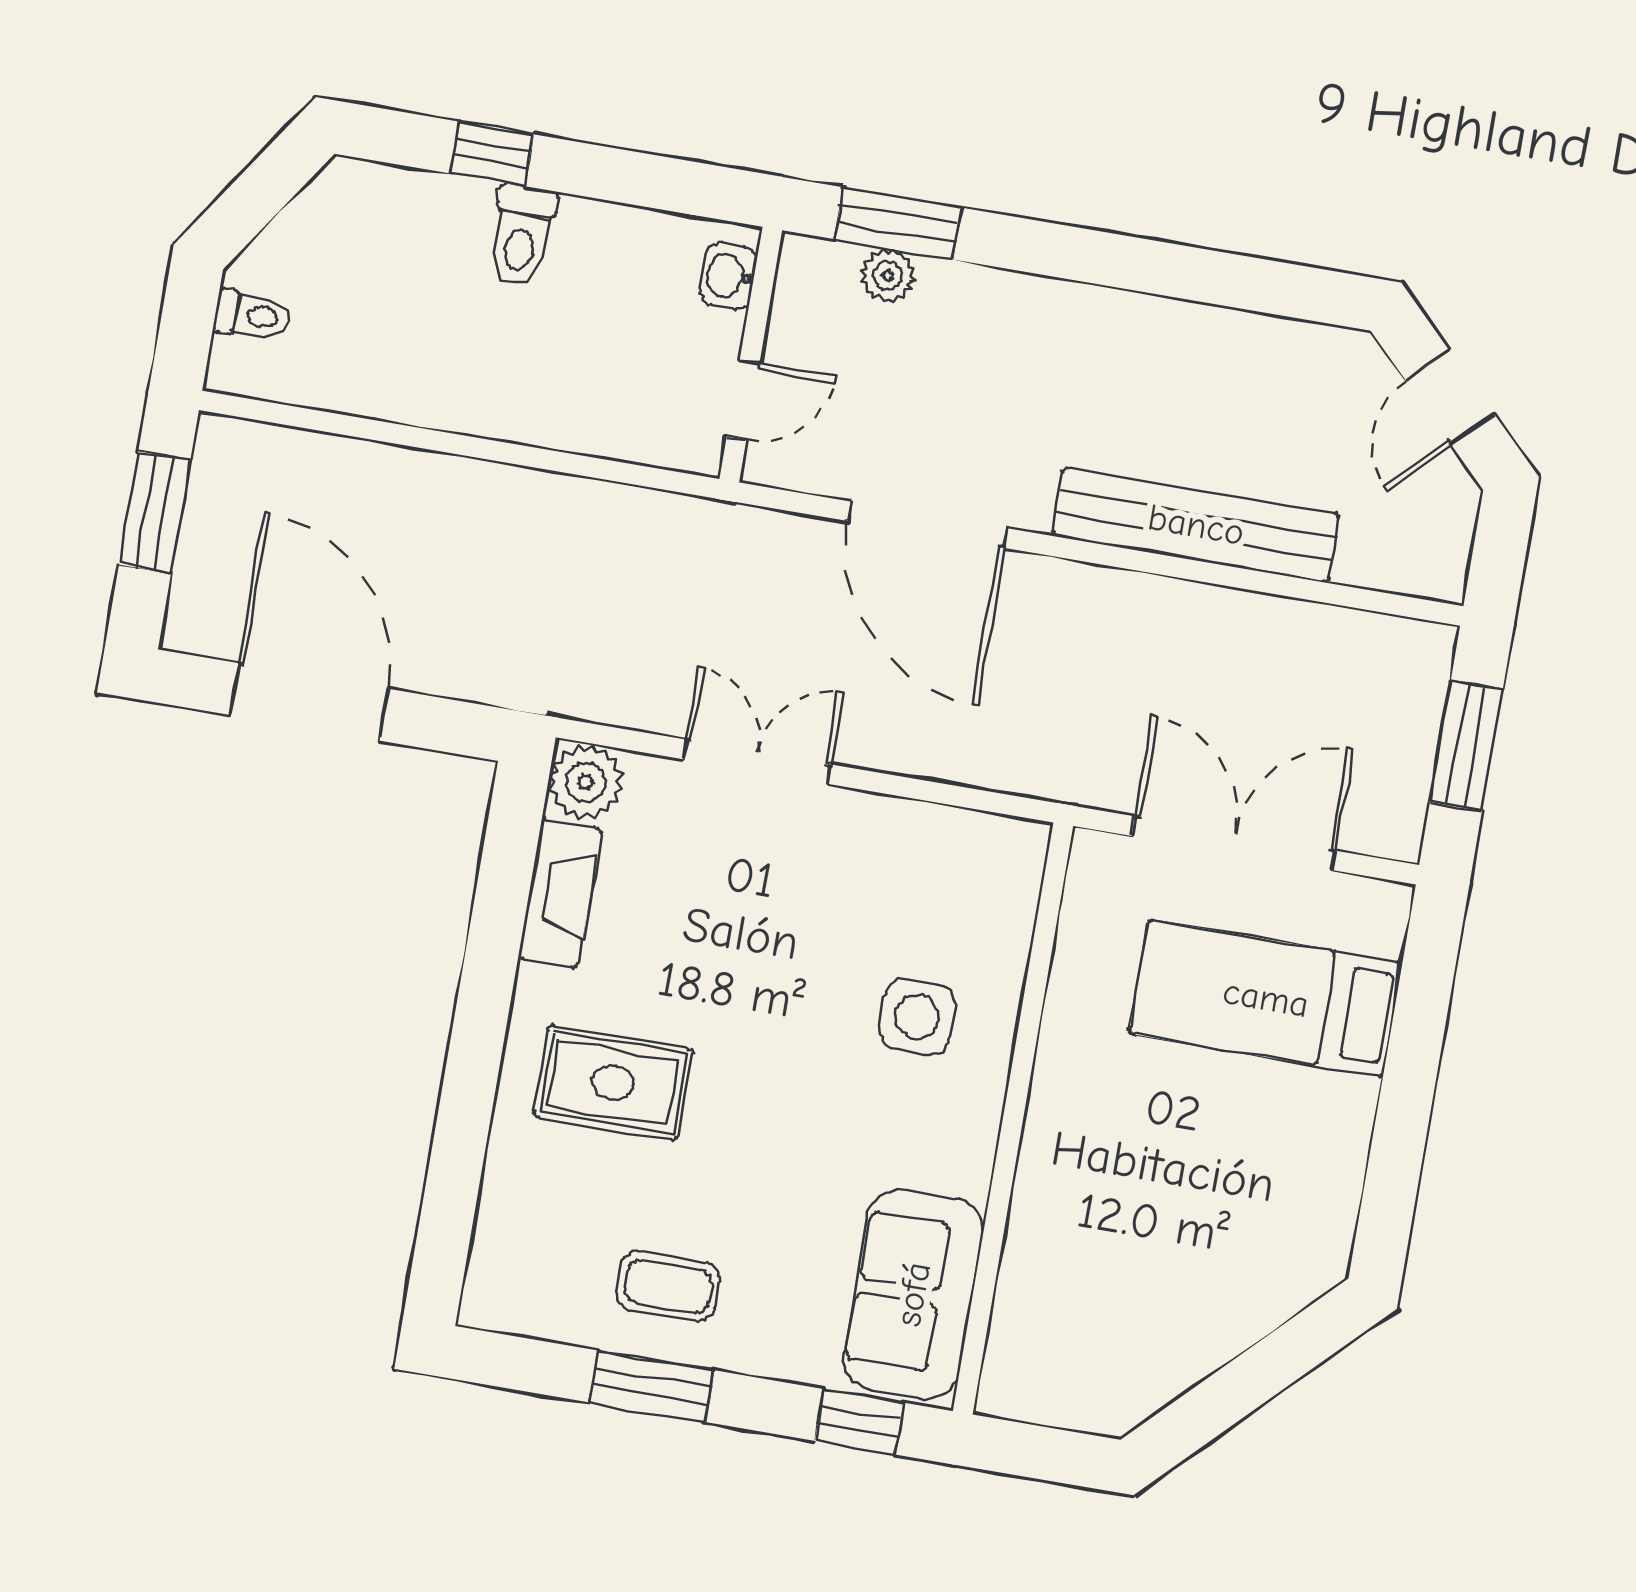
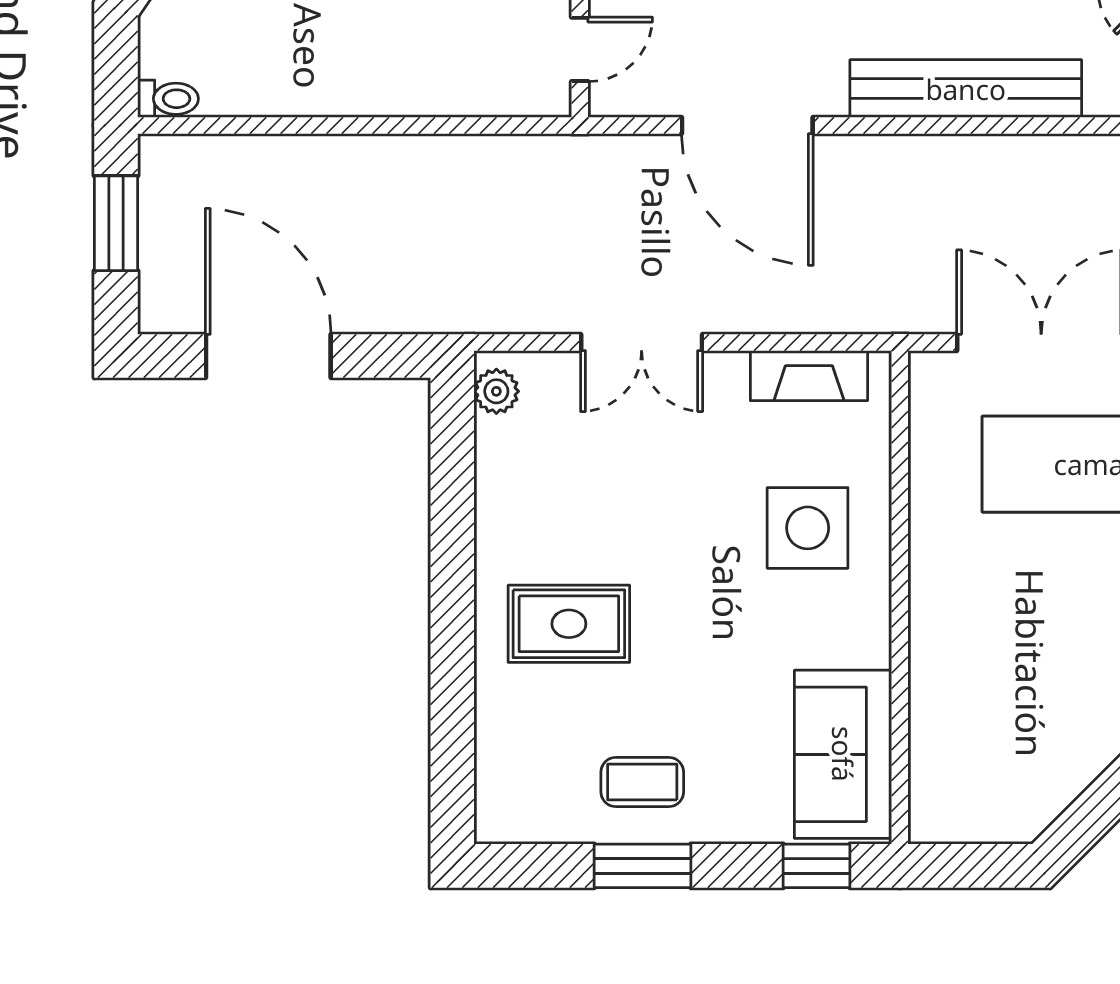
toilet: (252, 315) -> (168, 99), moved
double door: (757, 762) -> (642, 342), swing flipped
plant: (586, 782) -> (496, 391), width x0.73, depth x0.73
fireplace: (560, 893) -> (809, 376), moved, turned 90
side table: (917, 1017) -> (808, 528), width x1.37, depth x1.37

